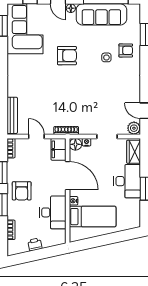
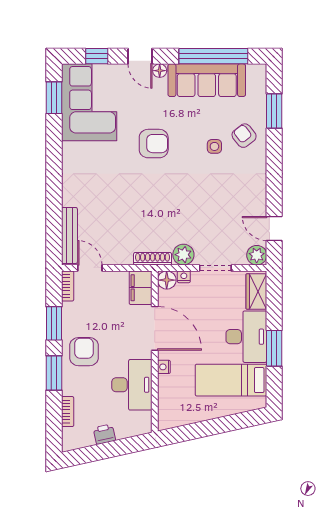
armchair: (126, 50) -> (244, 136), turned -128
plant: (86, 128) -> (183, 255), added
door: (36, 136) -> (90, 268), moved
armchair: (22, 191) -> (84, 352), turned 180
bed: (93, 217) -> (231, 380), moved, turned 180

